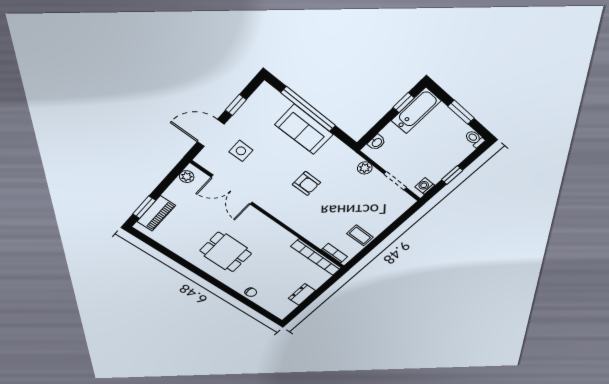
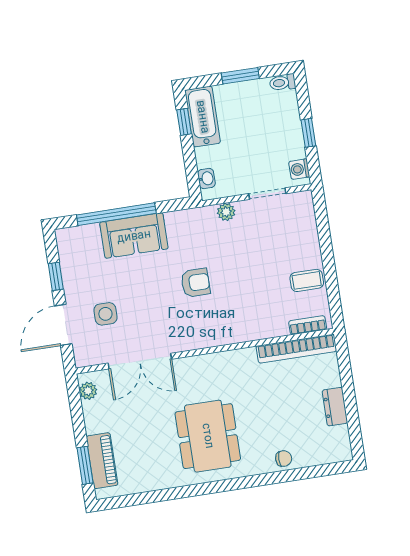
dining table: (226, 252) -> (208, 436), width x1.37

